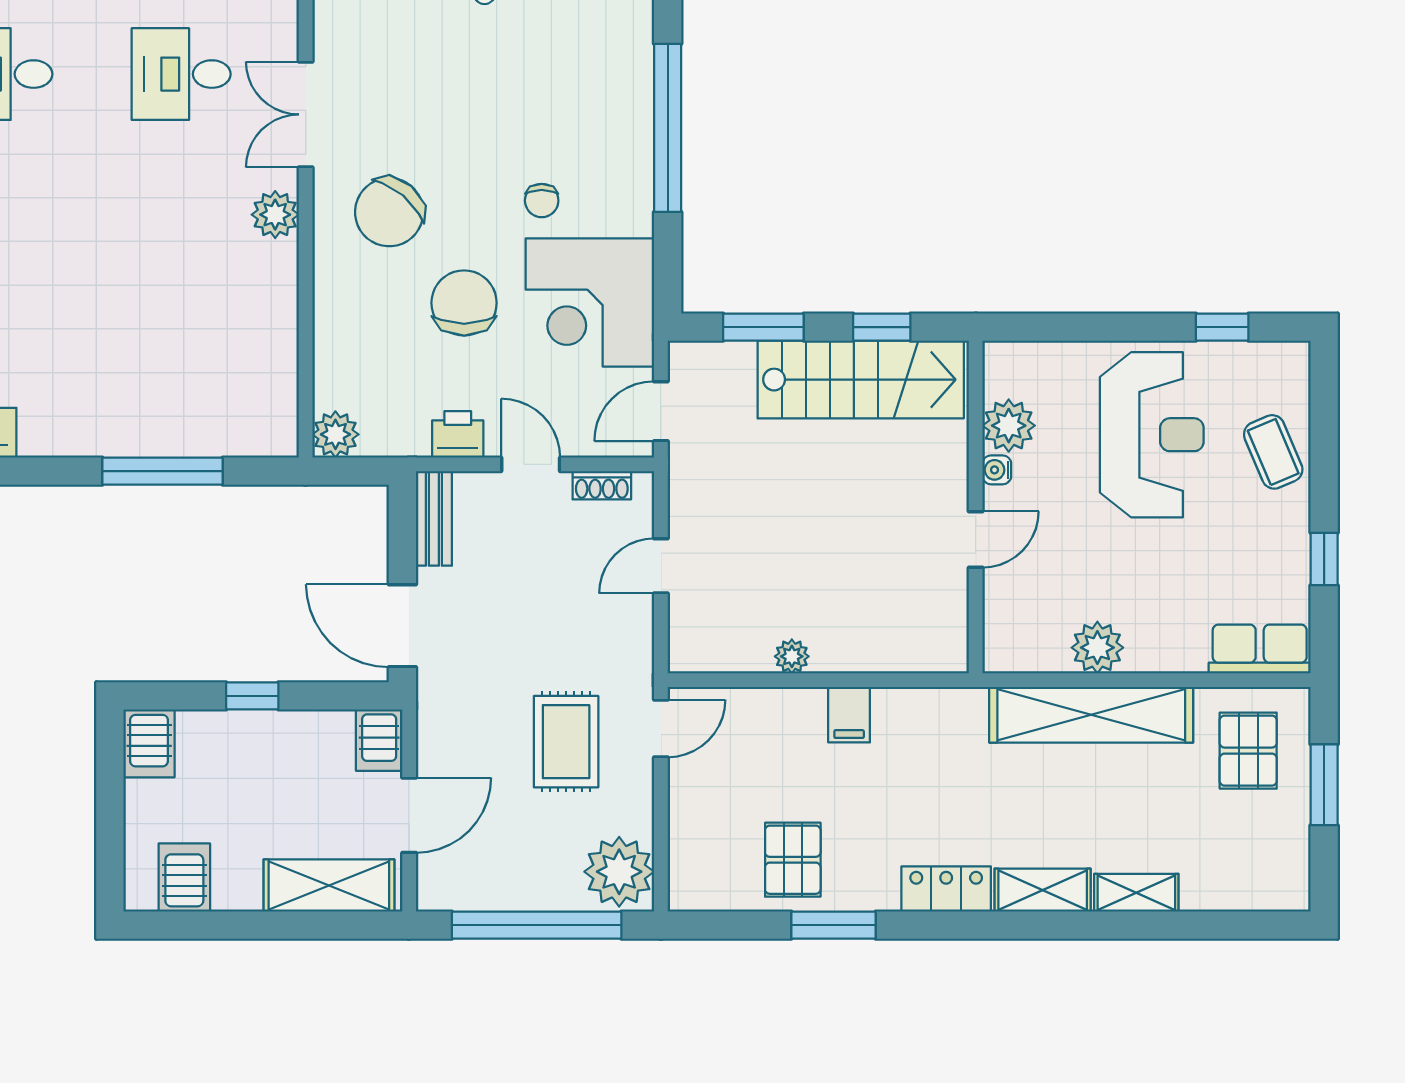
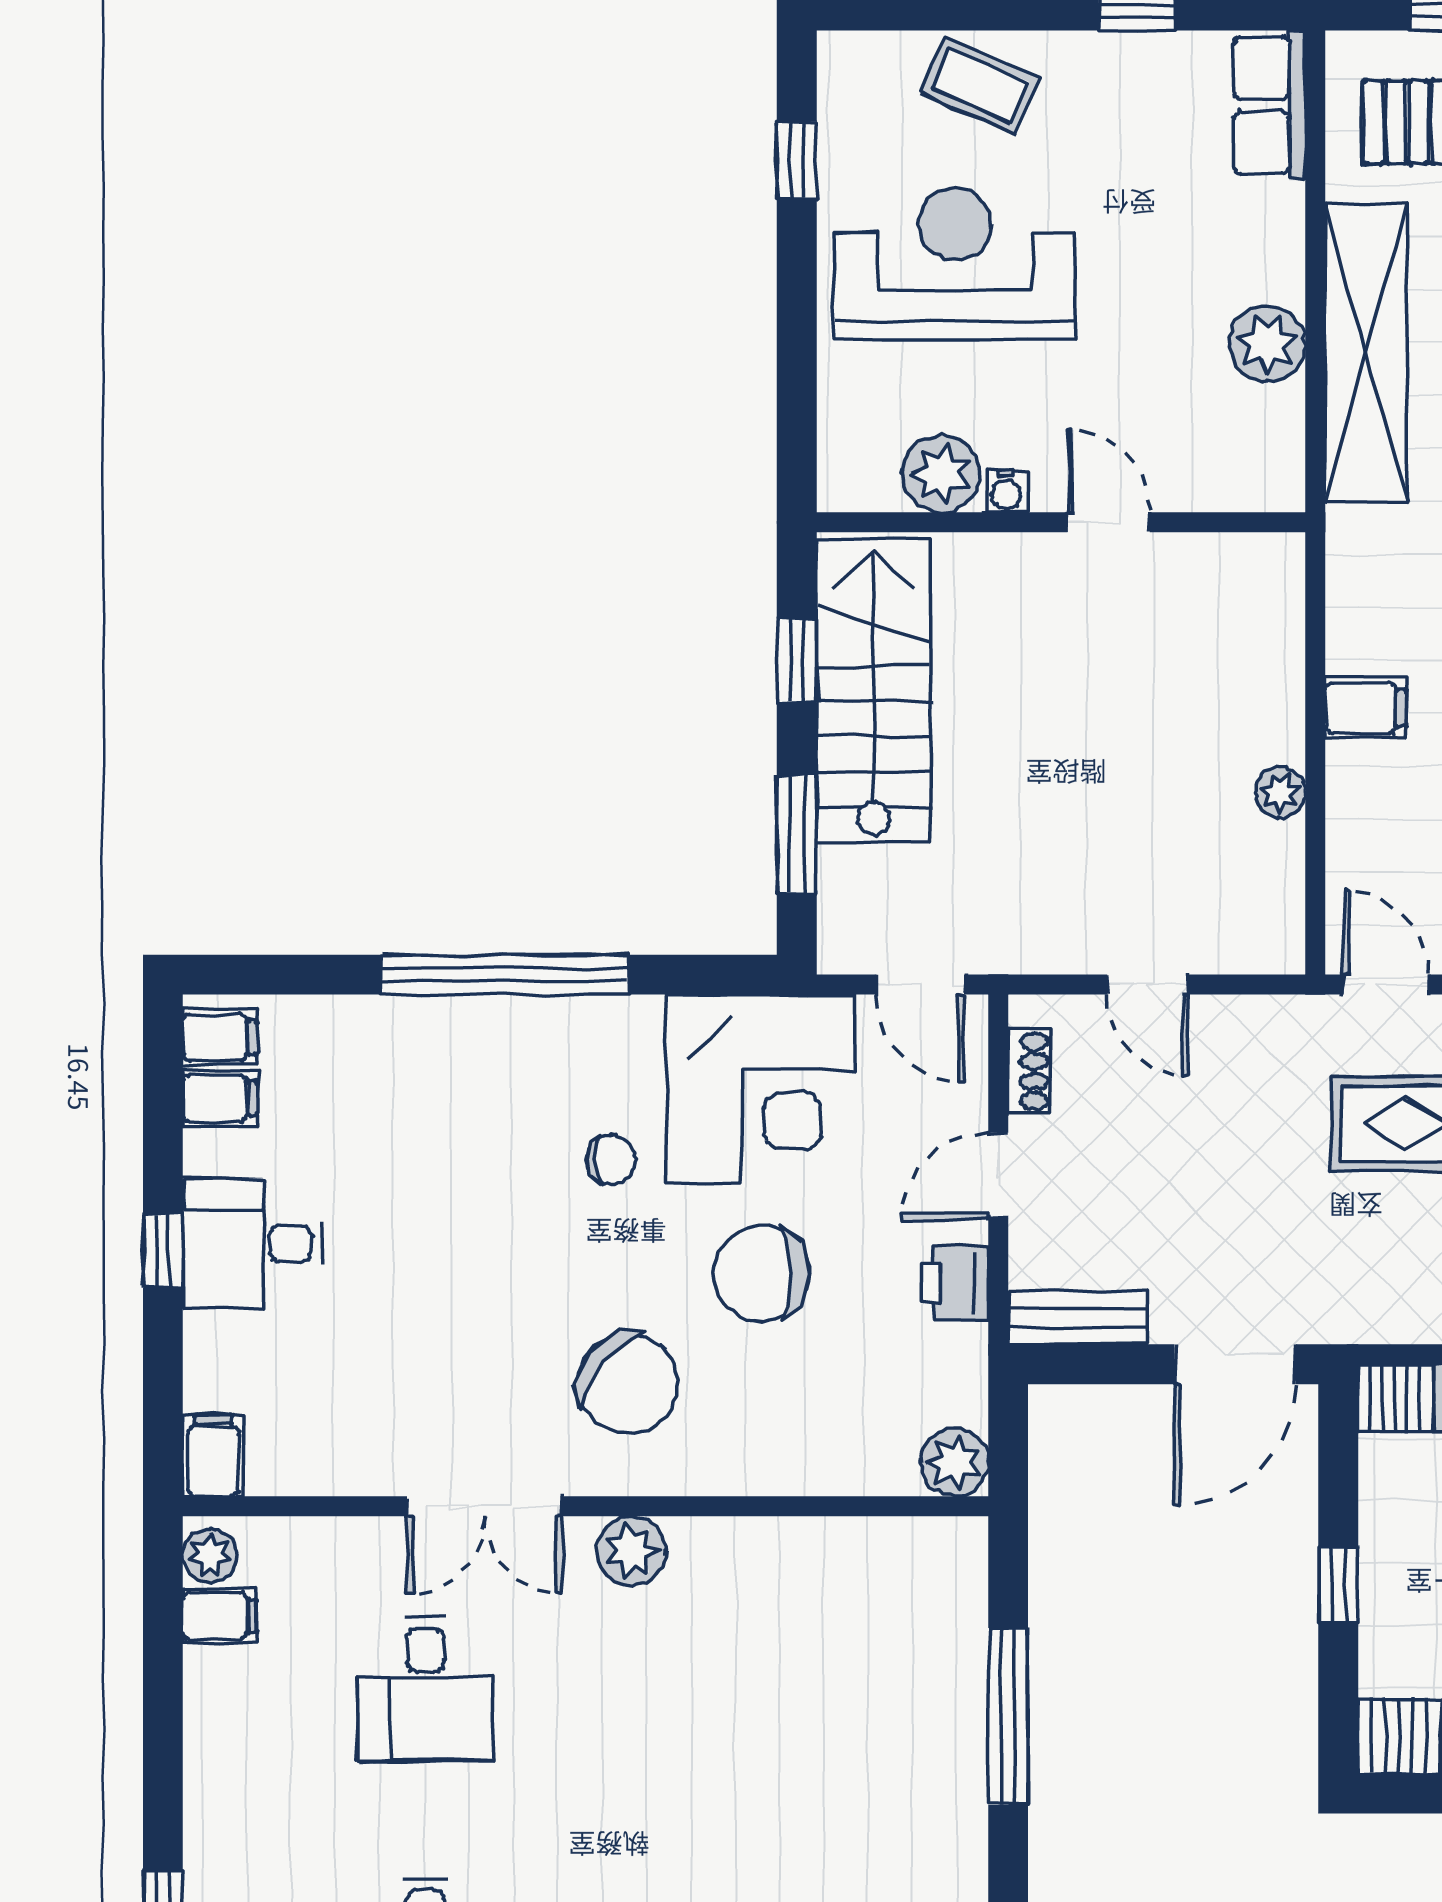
coffee table: (1273, 452) -> (980, 85), turned 46

